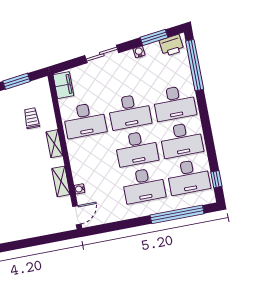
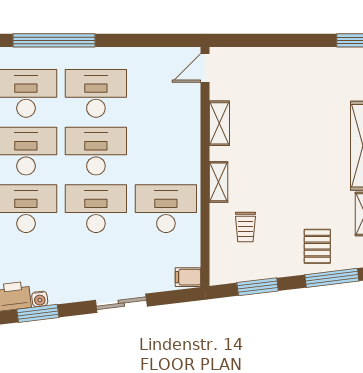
water cooler: (139, 52) -> (40, 299), moved
filing cabinet: (63, 85) -> (188, 277), width x0.50
water cooler: (79, 189) -> (194, 107), removed

